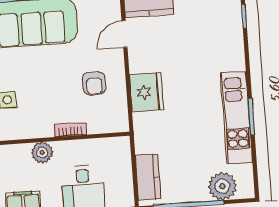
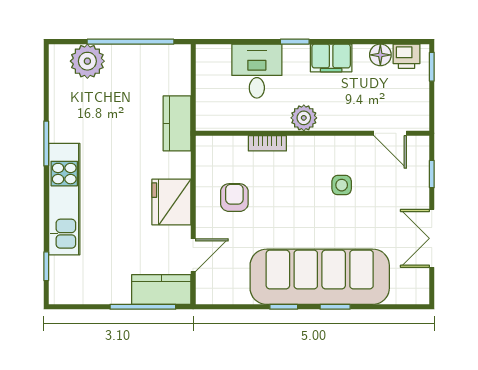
fridge: (147, 92) -> (171, 202), moved
kitchen unit: (236, 118) -> (64, 199), moved
kitchen counter: (148, 177) -> (177, 123), moved

